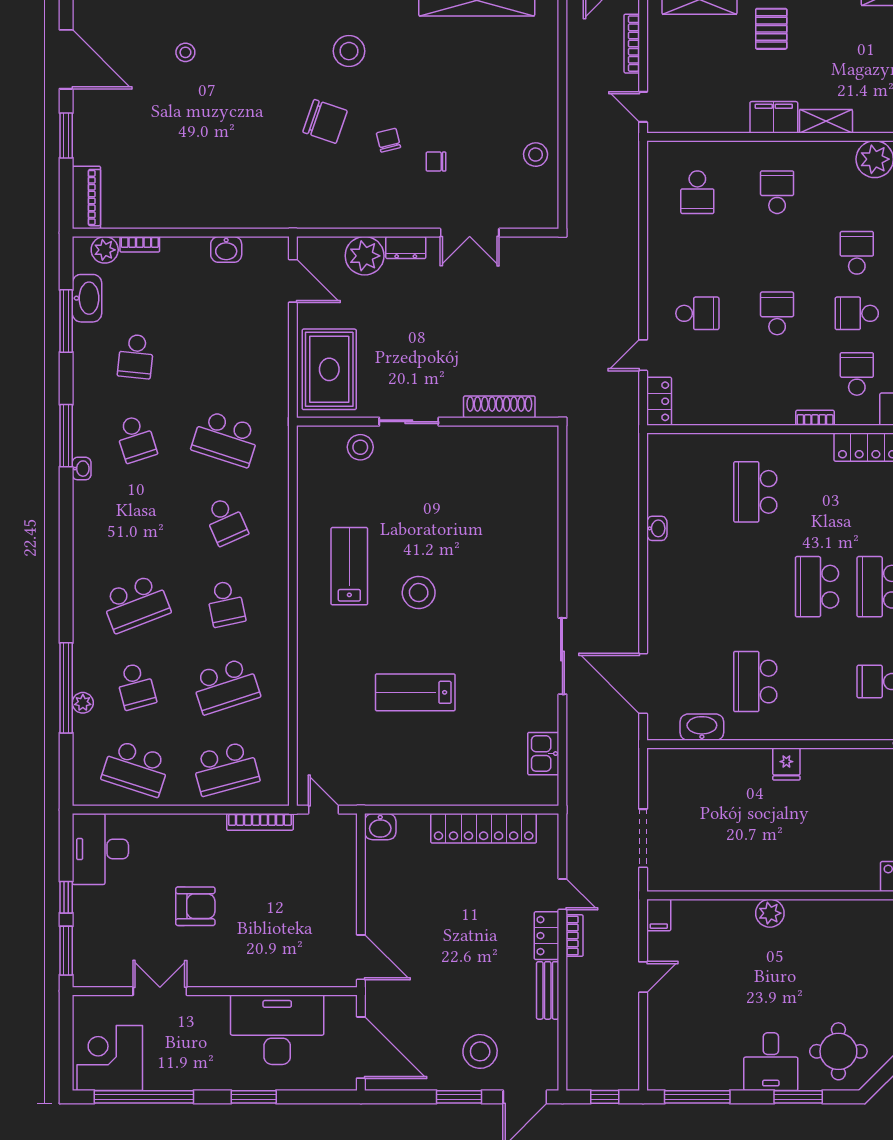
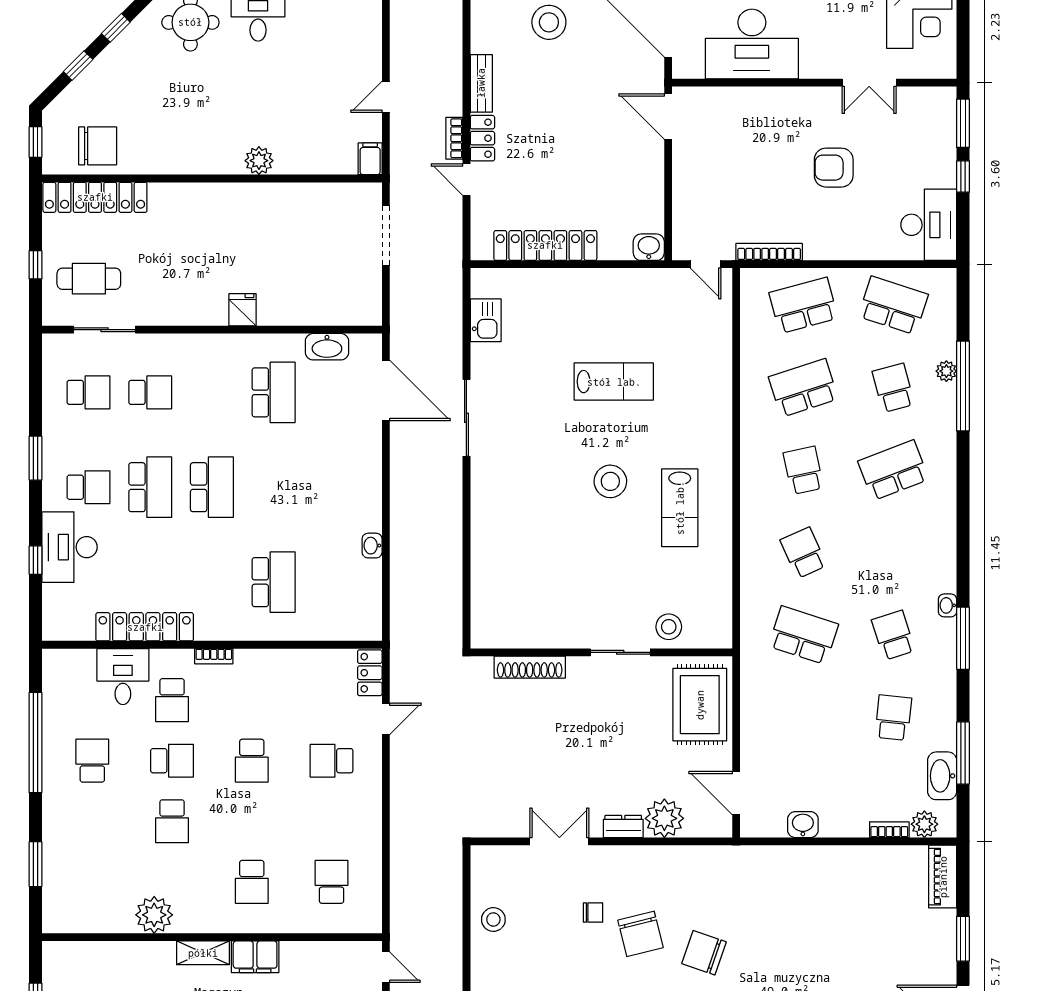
chair: (388, 140) -> (641, 934), width x1.87, depth x1.87

